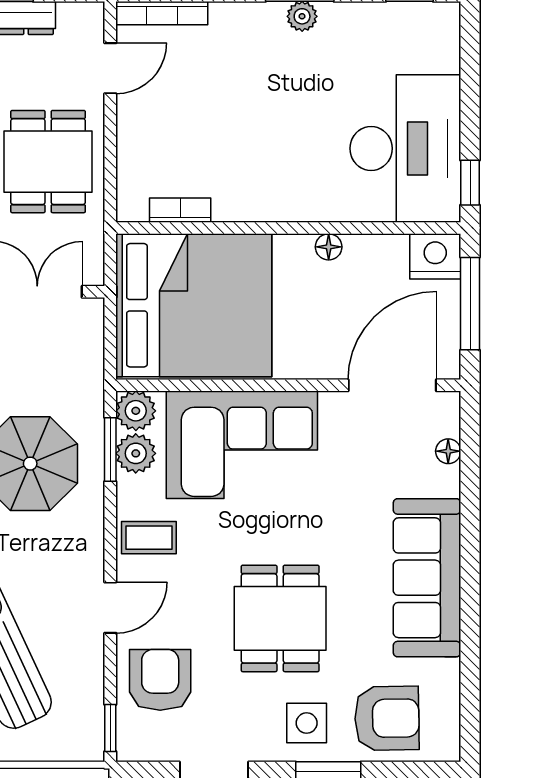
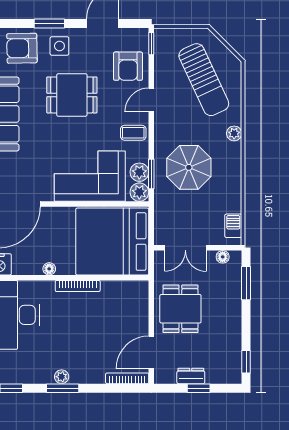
door: (110, 68) -> (151, 352), width x1.38
bookcase: (180, 210) -> (78, 286), moved, width x1.56
dining table: (280, 618) -> (72, 95), turned 90

